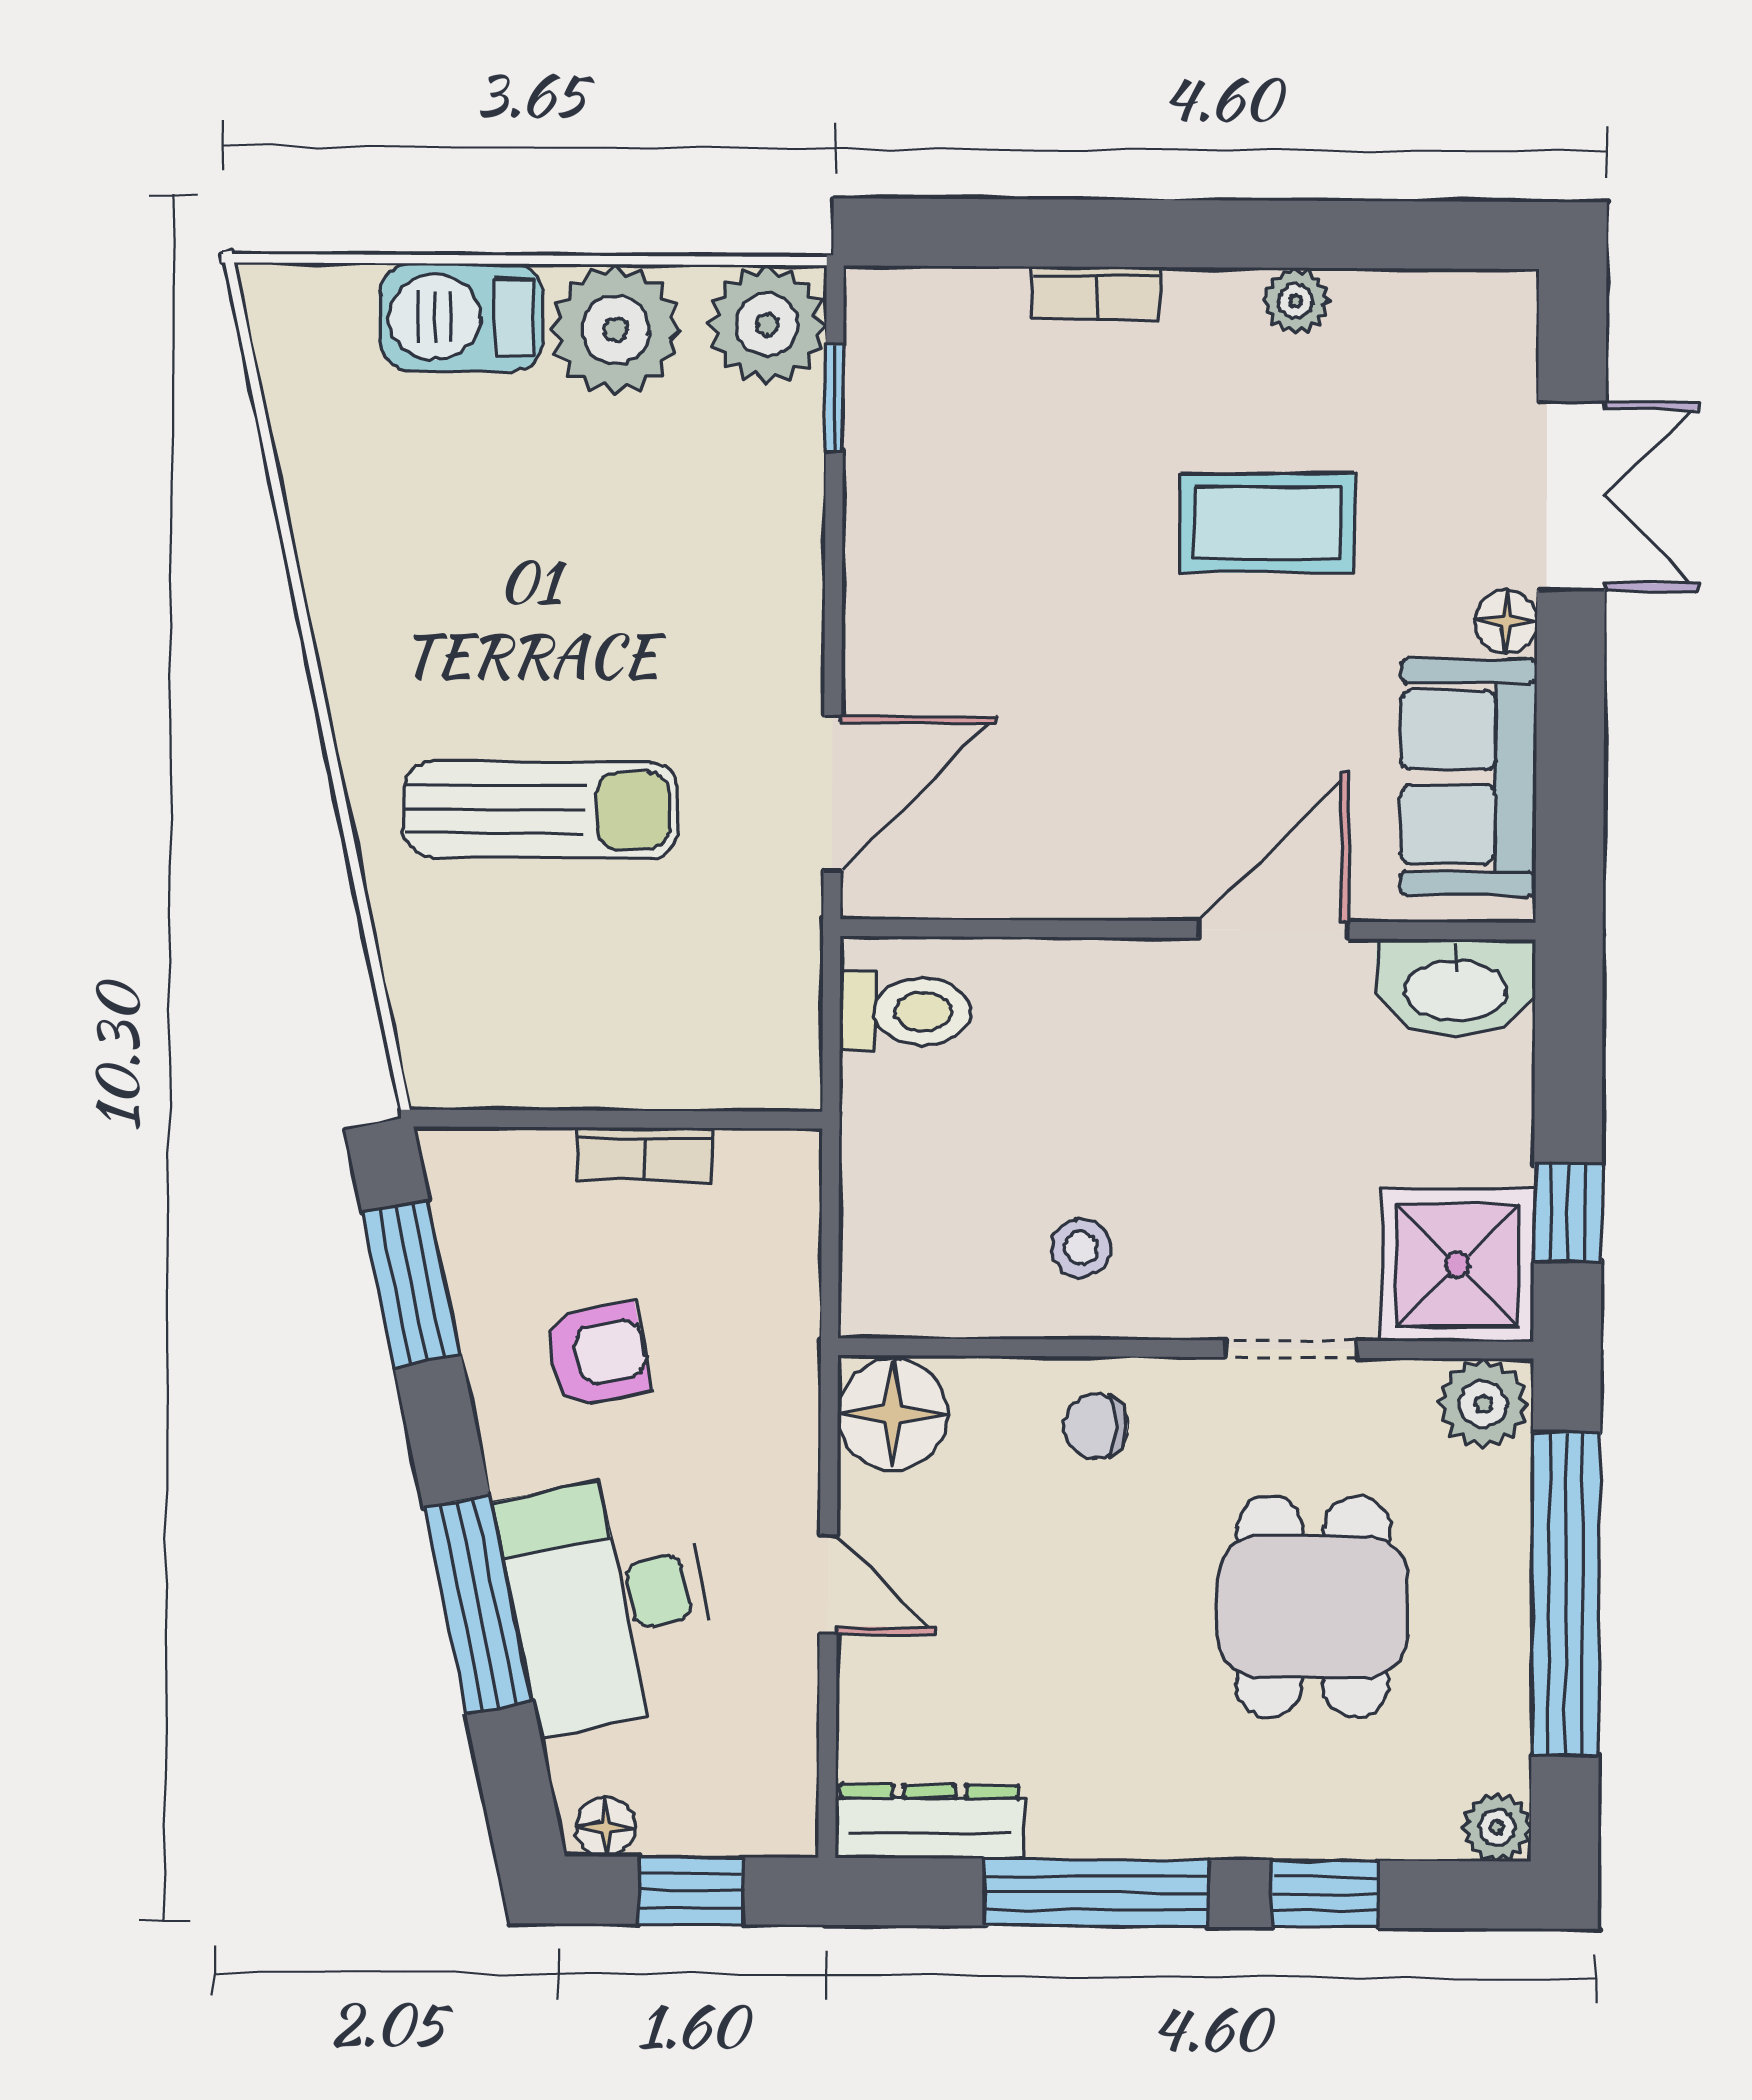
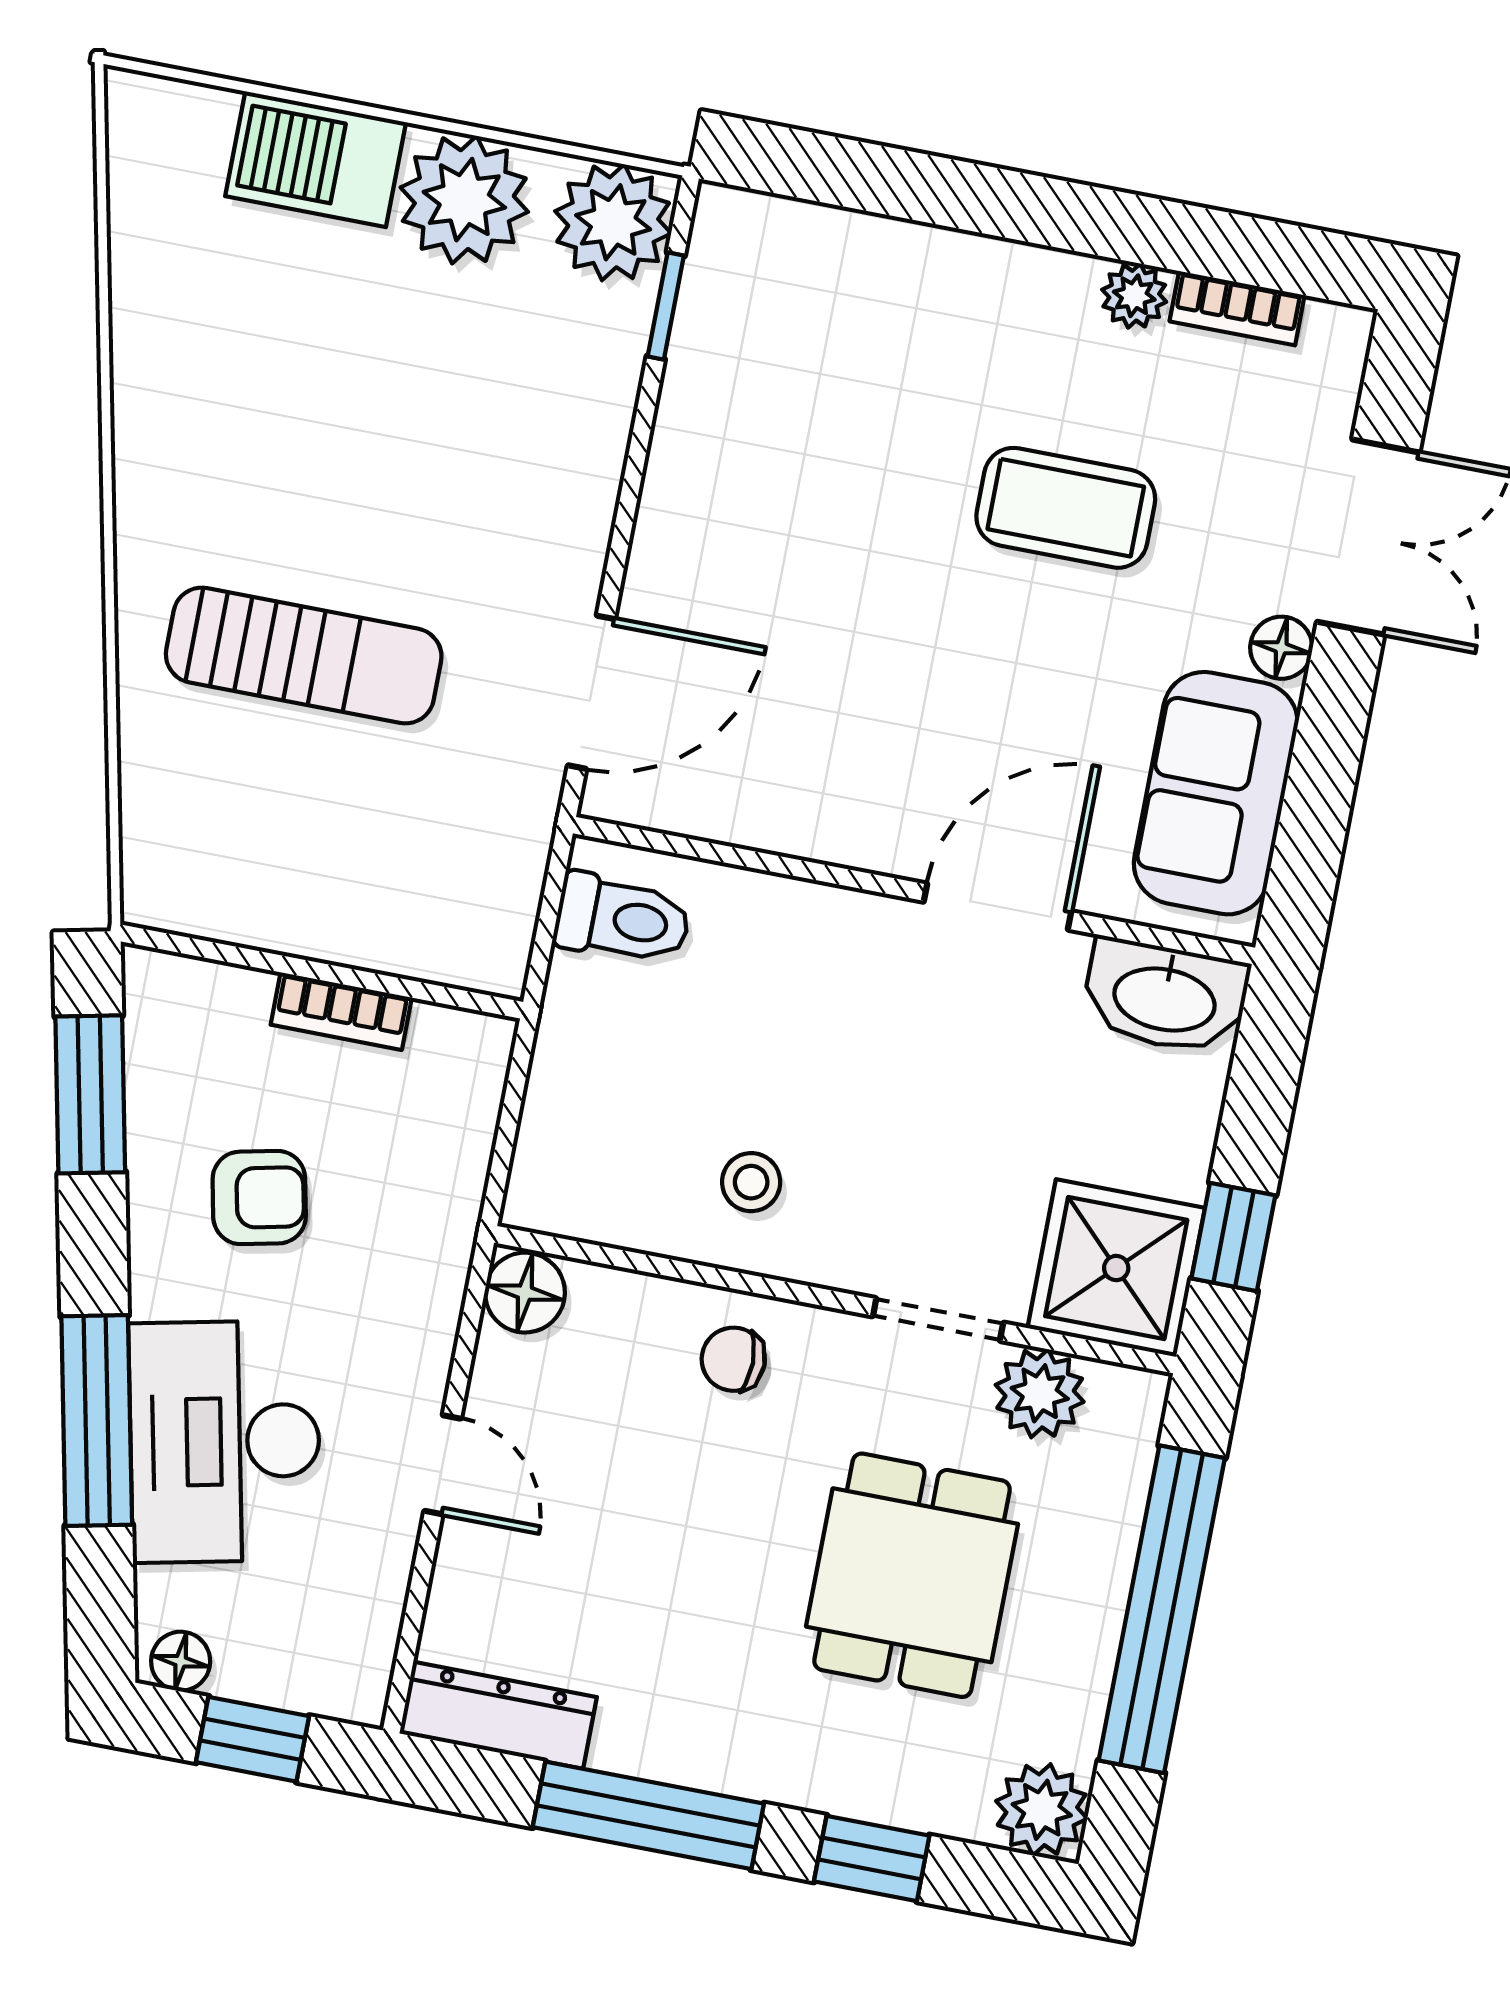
bookcase: (1096, 293) -> (1237, 308), moved
plant: (1483, 1404) -> (1040, 1393), moved
floor lamp: (893, 1414) -> (525, 1293), width x0.73, depth x0.73
plant: (1497, 1827) -> (1042, 1810), width x1.38, depth x1.38

